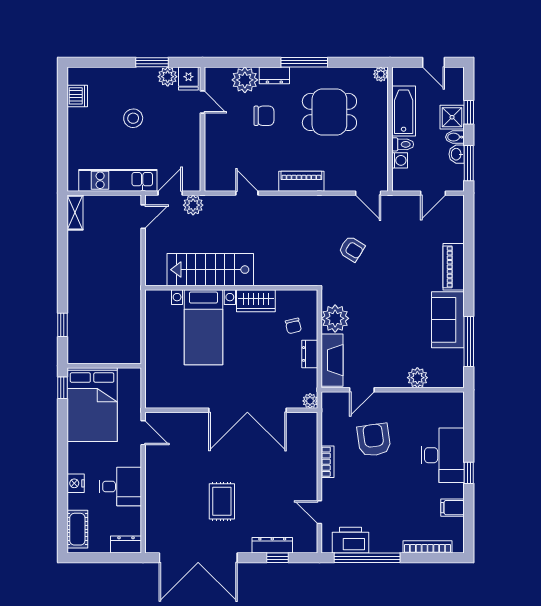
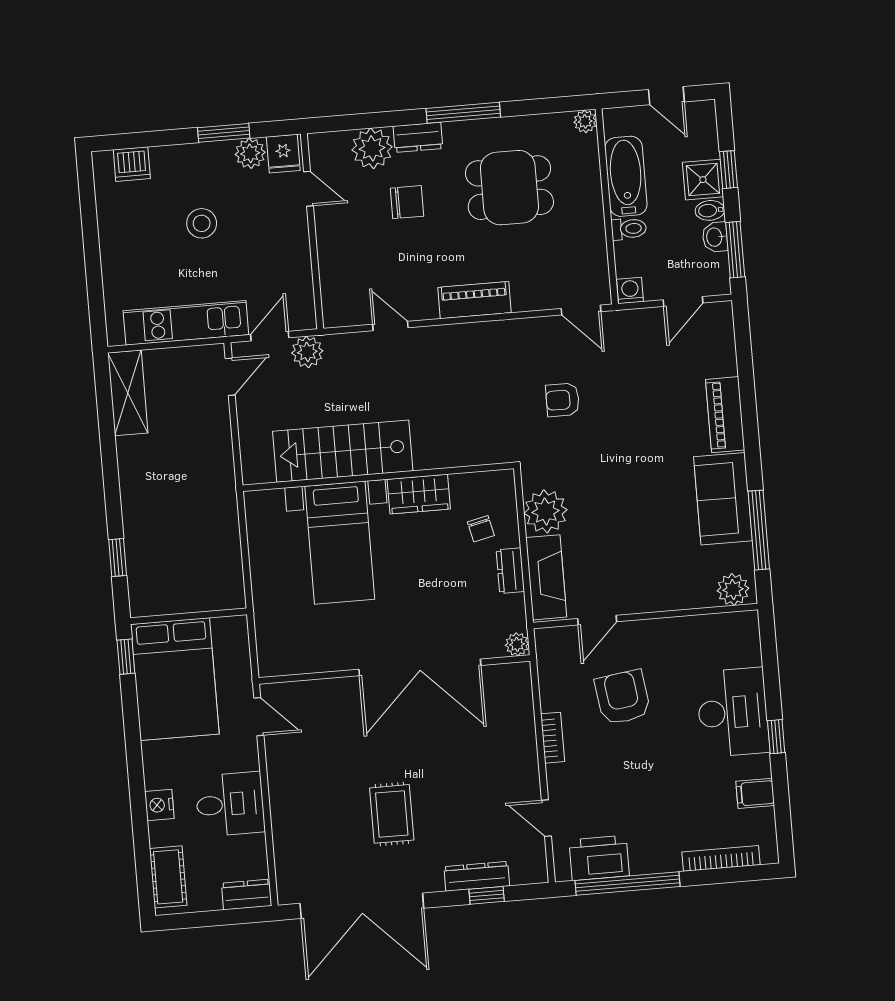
dishwasher: (77, 96) -> (132, 164), moved, turned 90
washing machine: (400, 160) -> (630, 291), moved, turned -90
shelving: (75, 213) -> (128, 393), width x1.50, depth x1.33
armchair: (352, 249) -> (563, 400), turned 148
plant: (417, 378) -> (733, 590), moved

